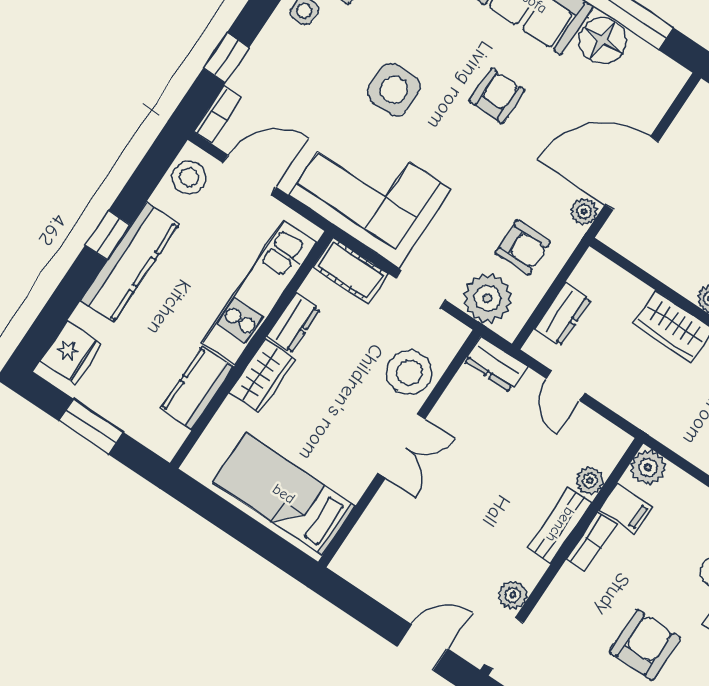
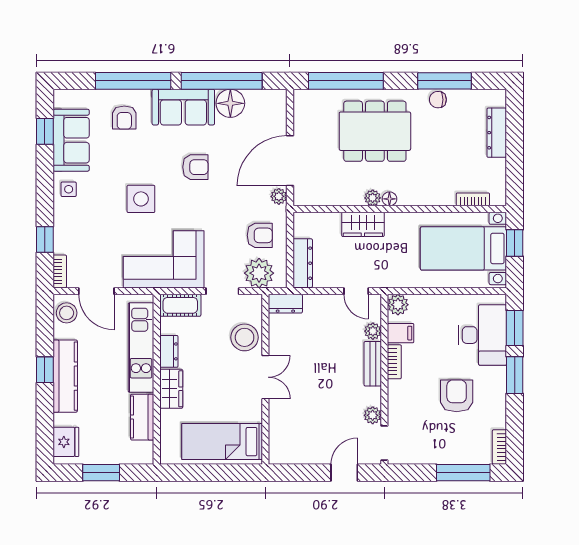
armchair: (497, 96) -> (195, 167), turned 90
door: (249, 175) -> (96, 291), swing flipped
dresser: (563, 314) -> (303, 263), width x1.44
door: (565, 386) -> (356, 291), moved

